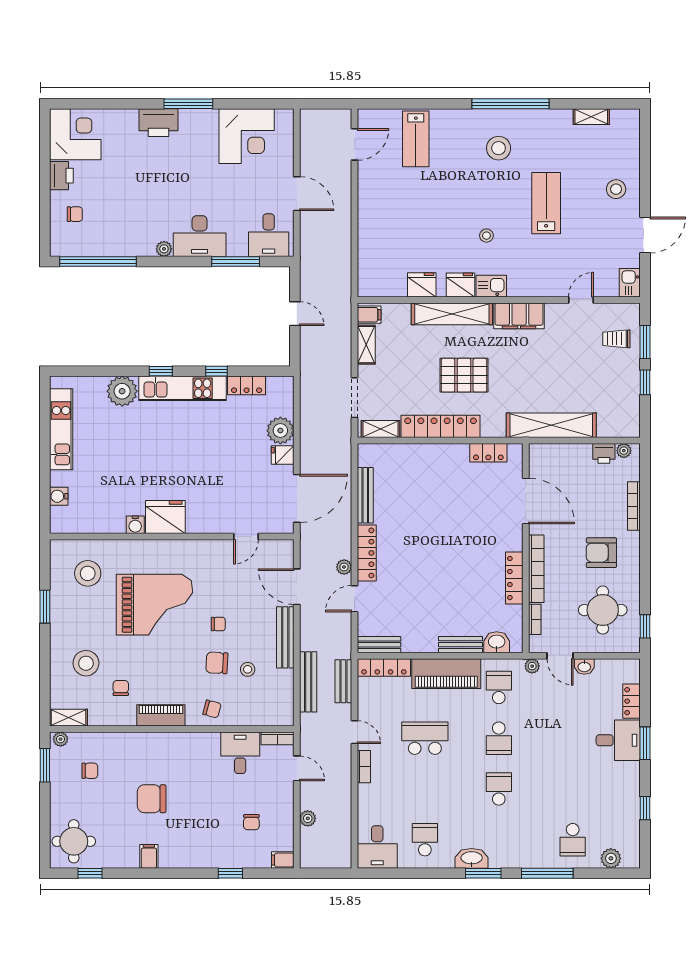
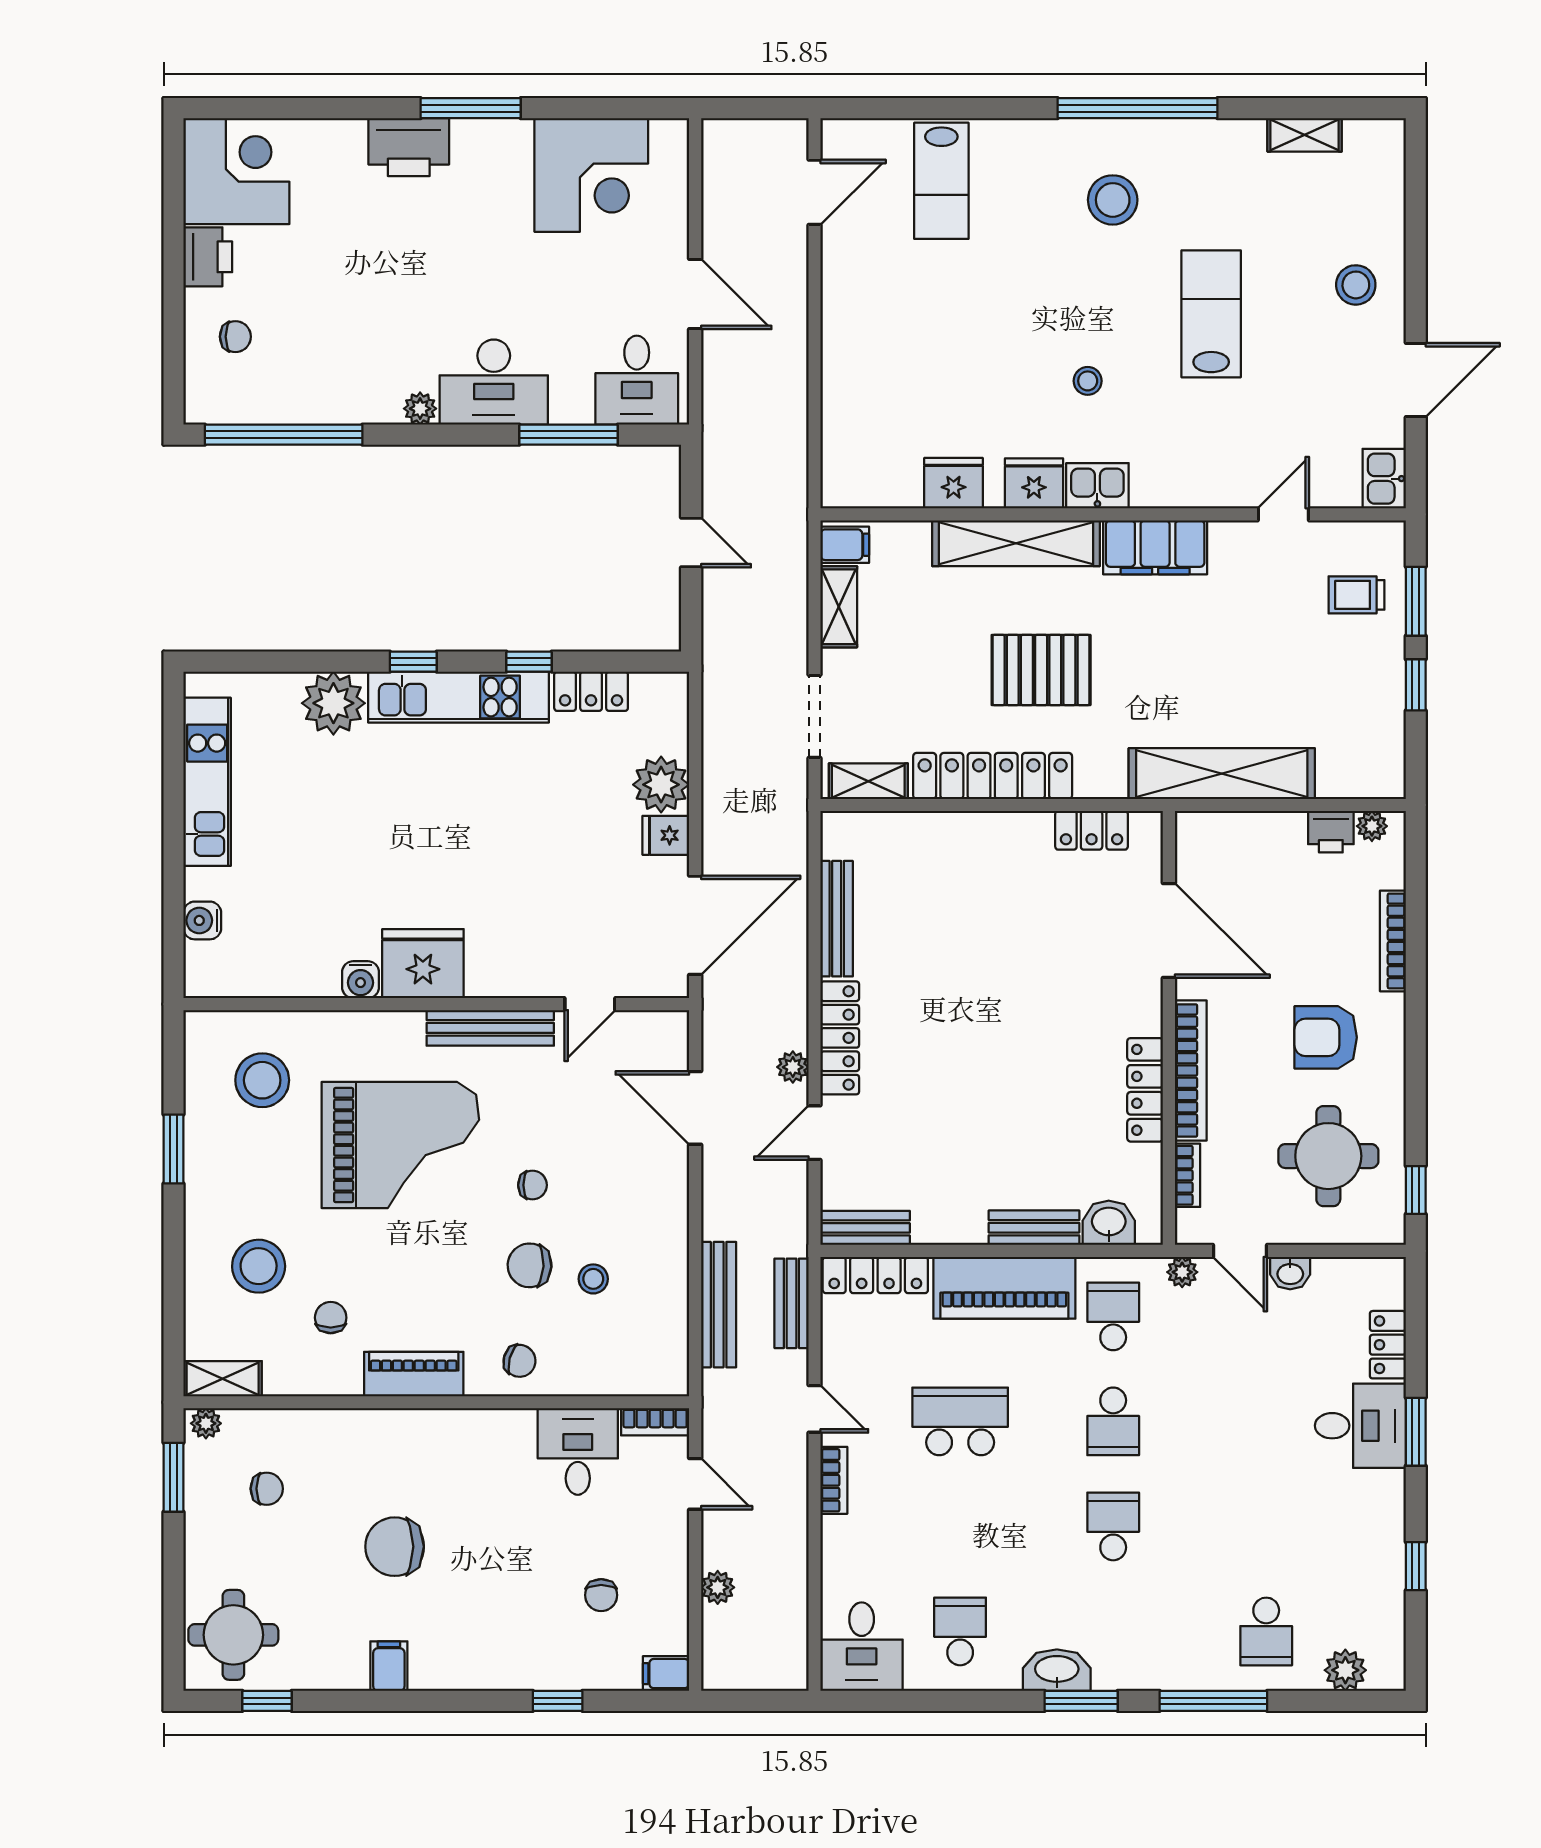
bench: (285, 637) -> (490, 1028), moved, turned 90

